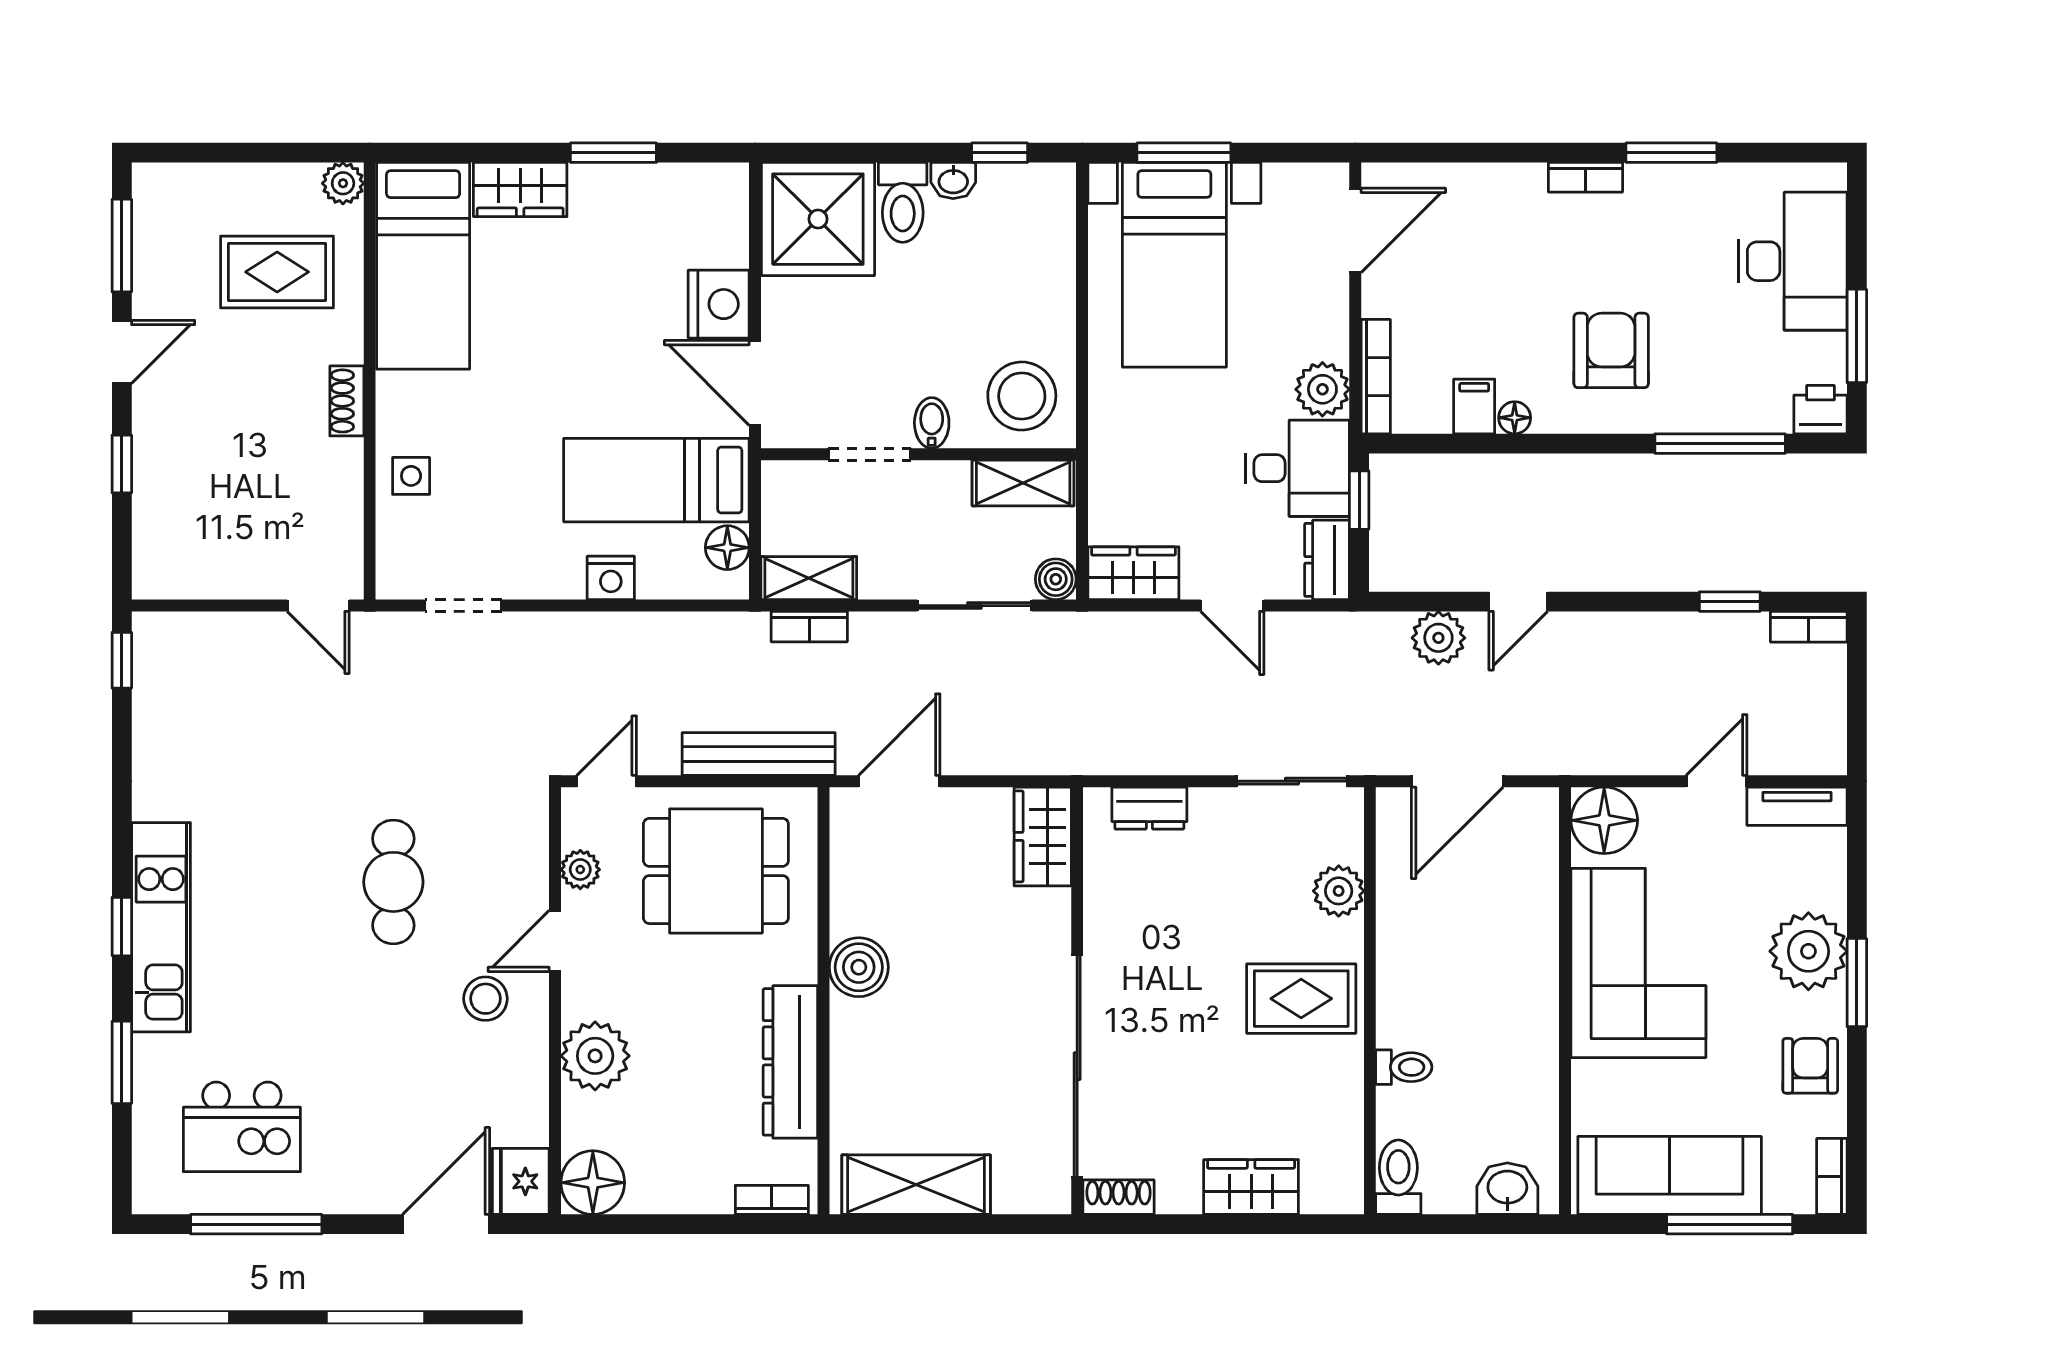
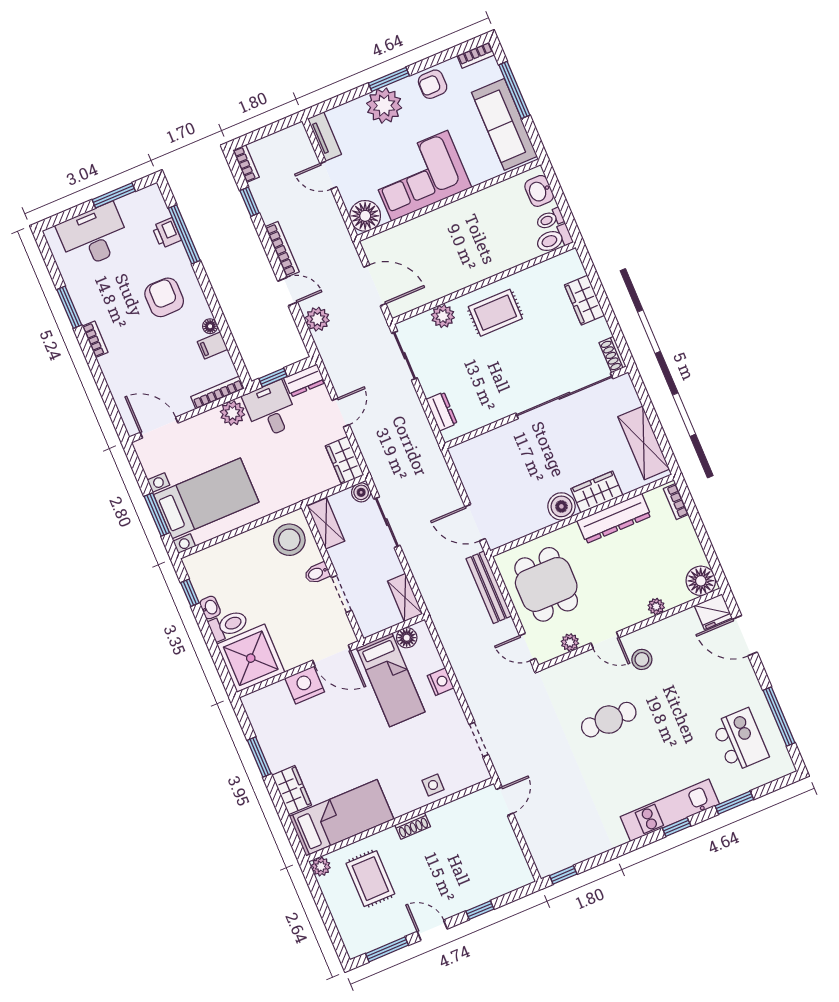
armchair: (1611, 350) -> (164, 297), turned 90
door: (755, 383) -> (332, 655), hinge flipped
printer: (1820, 410) -> (167, 233), moved
bookcase: (809, 627) -> (282, 249), moved, width x1.56
wardrobe: (1043, 836) -> (597, 492), moved, turned 180
rug: (1301, 999) -> (495, 313), turned 90
plant: (595, 1056) -> (656, 607), width x0.53, depth x0.53
toilet: (1404, 1067) -> (550, 219), moved, turned -90

